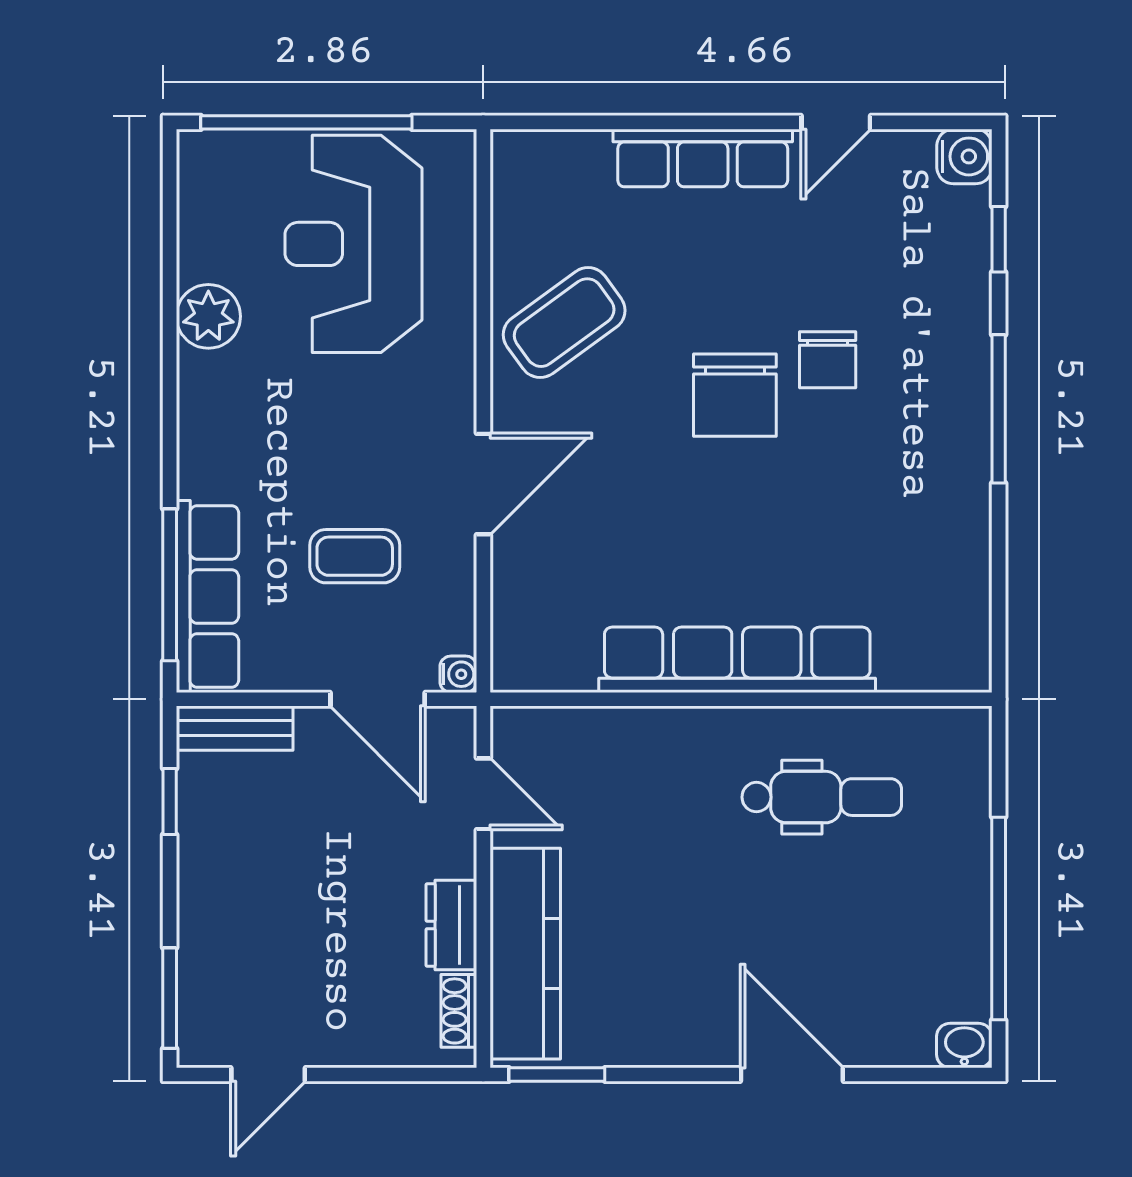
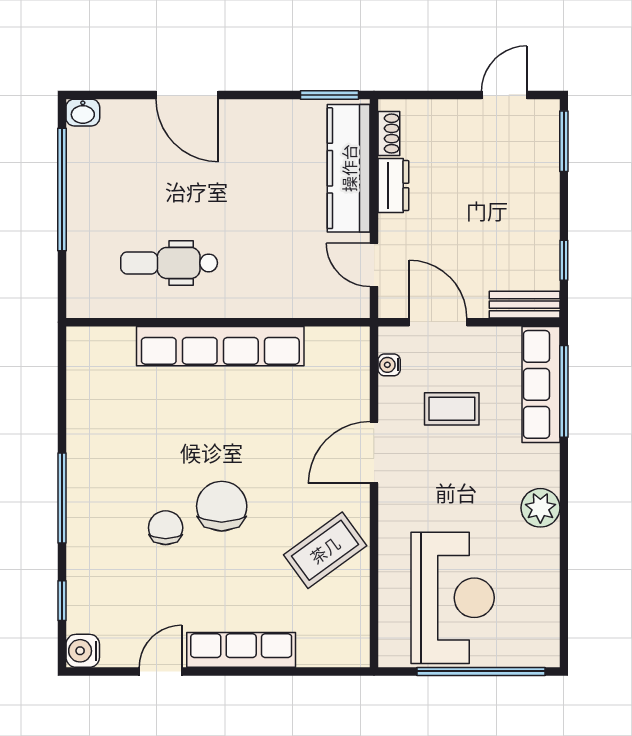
plant: (208, 316) -> (540, 508), moved
water cooler: (458, 674) -> (389, 365), moved

